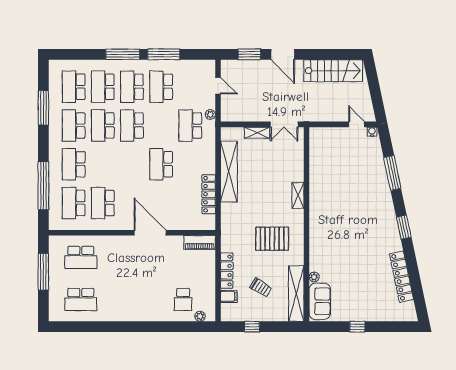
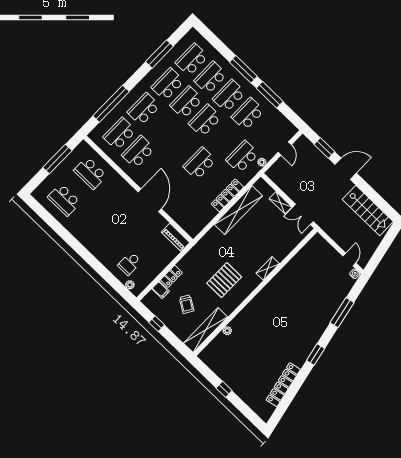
door: (283, 54) -> (346, 169), swing flipped
locker: (209, 194) -> (227, 195), moved
pallet: (272, 239) -> (224, 280), turned 90
locker: (227, 271) -> (171, 276), width x0.66
sofa: (320, 301) -> (216, 350), removed

